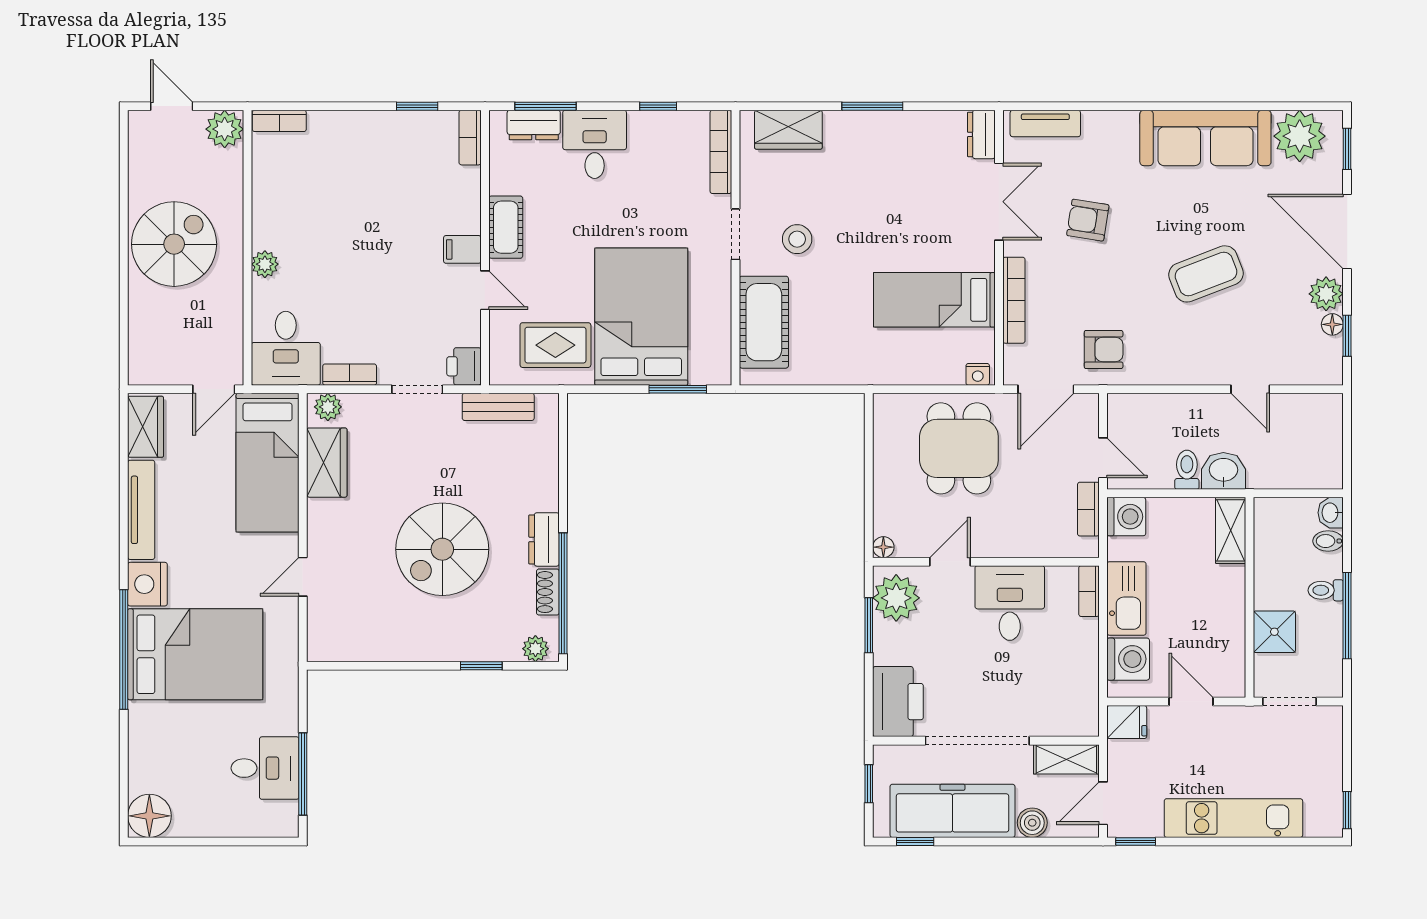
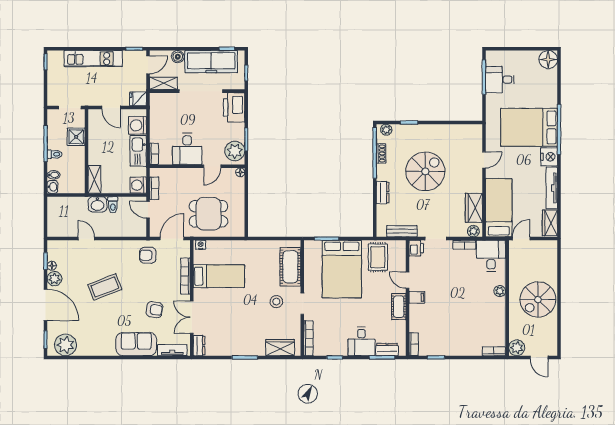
sofa: (1205, 138) -> (136, 344), moved, width x0.73
rug: (555, 345) -> (378, 257), turned 90
dining table: (959, 448) -> (209, 214), turned 90
dresser: (544, 539) -> (383, 193), moved

